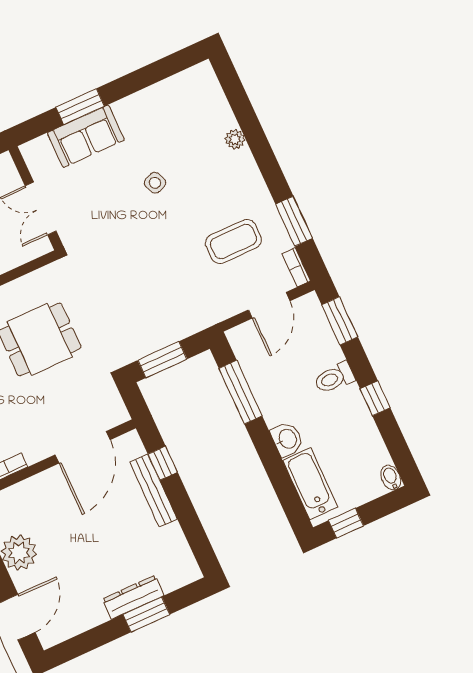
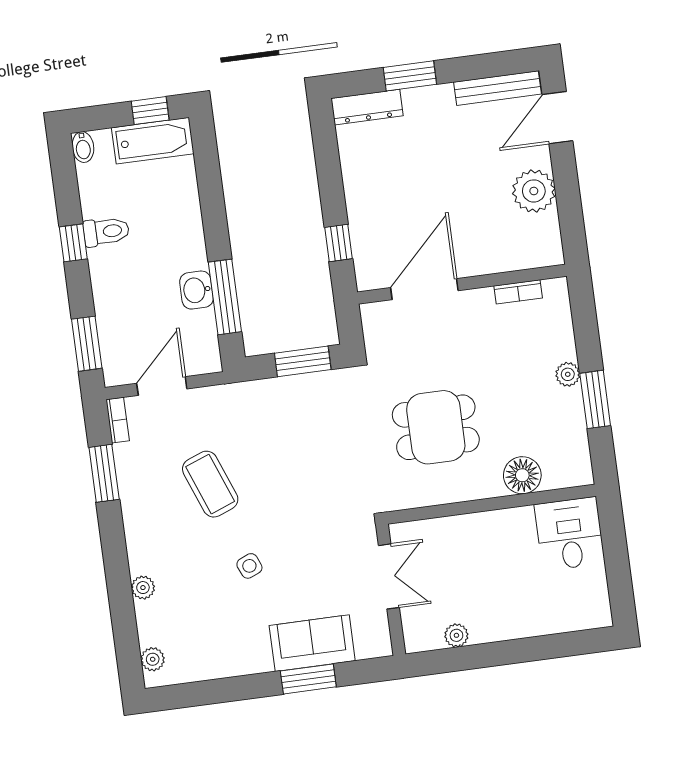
plant: (210, 84) -> (153, 659), added
coffee table: (233, 242) -> (210, 484), moved, turned 69
toilet: (334, 378) -> (106, 232), moved
washbasin: (287, 439) -> (196, 290), moved
bathtub: (310, 484) -> (153, 141), moved, turned -90
bench: (153, 491) -> (498, 88), moved, turned 90
dresser: (133, 597) -> (367, 107), moved

